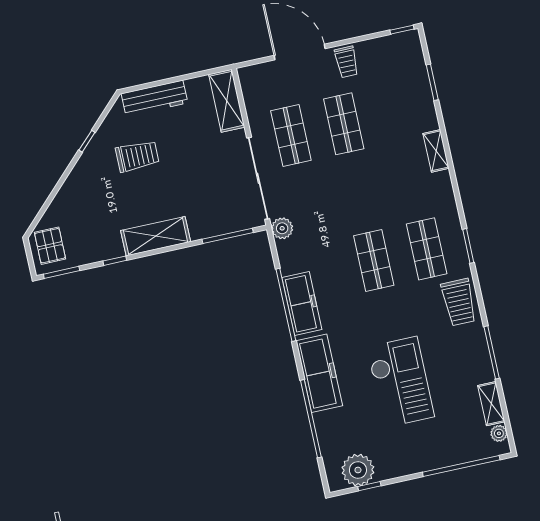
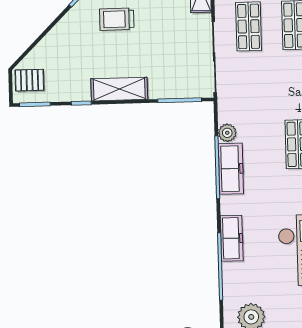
trolley: (137, 156) -> (117, 19), turned 180
plant: (282, 228) -> (227, 133), moved
pallet: (50, 246) -> (29, 80), turned 90
freezer: (319, 373) -> (232, 238), width x0.73, depth x0.79

